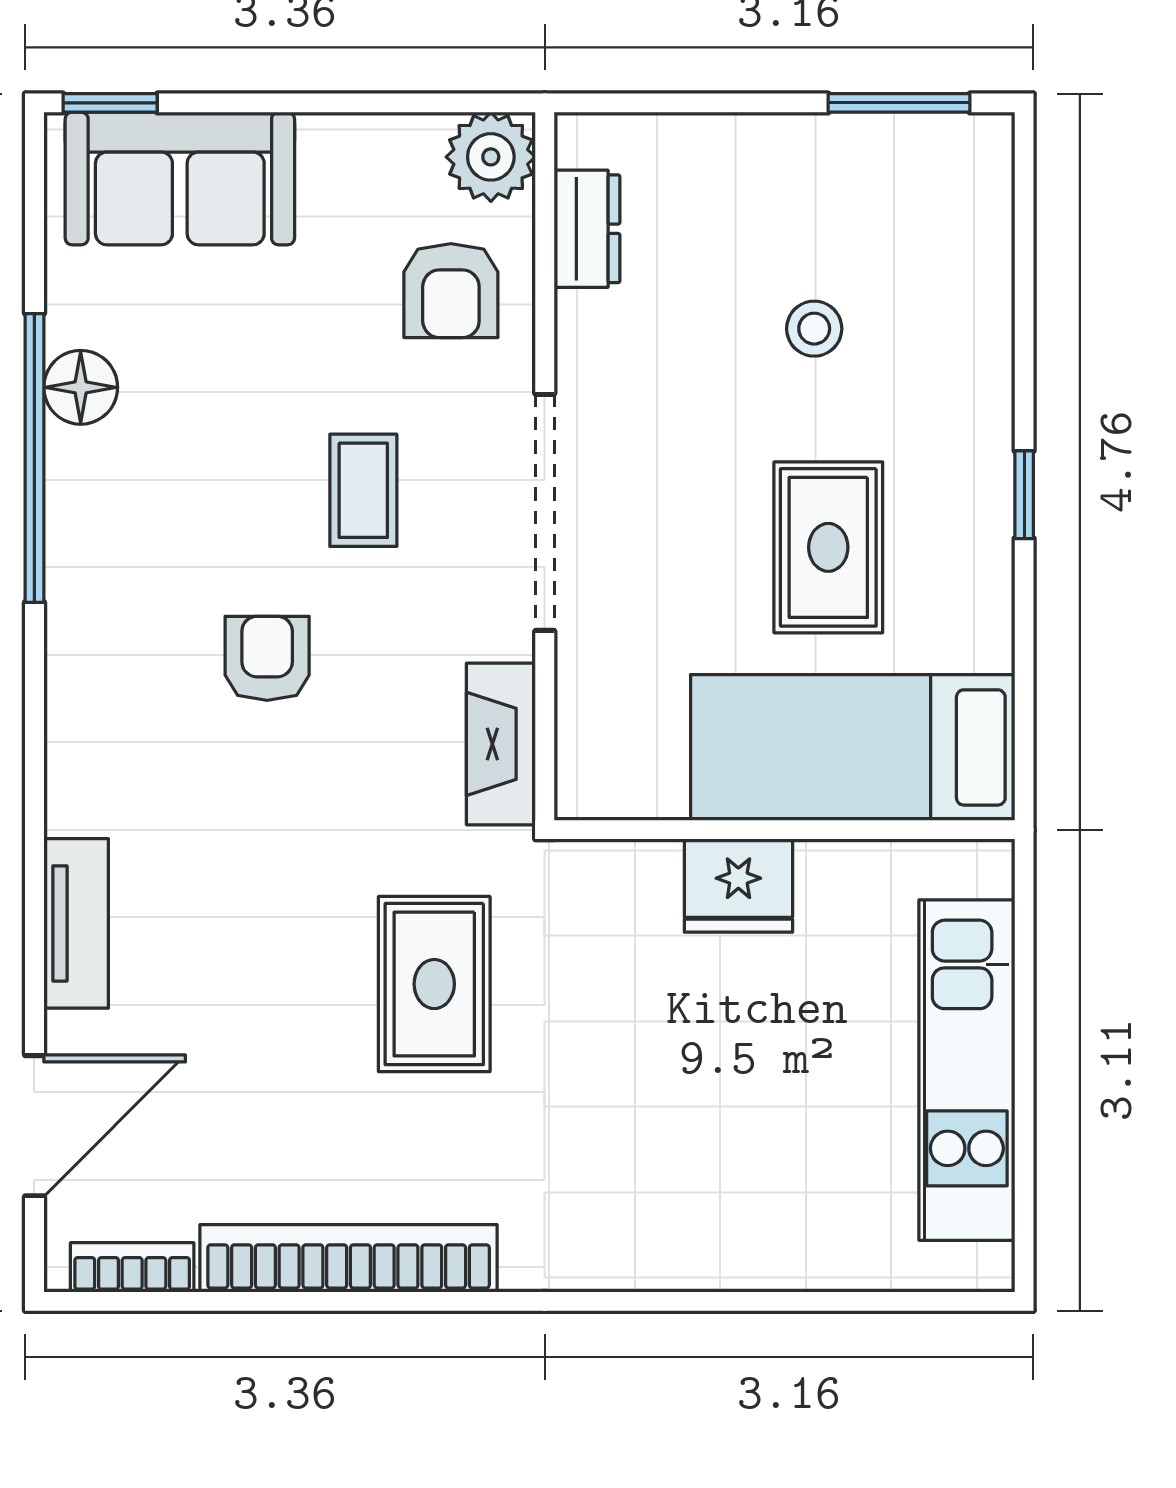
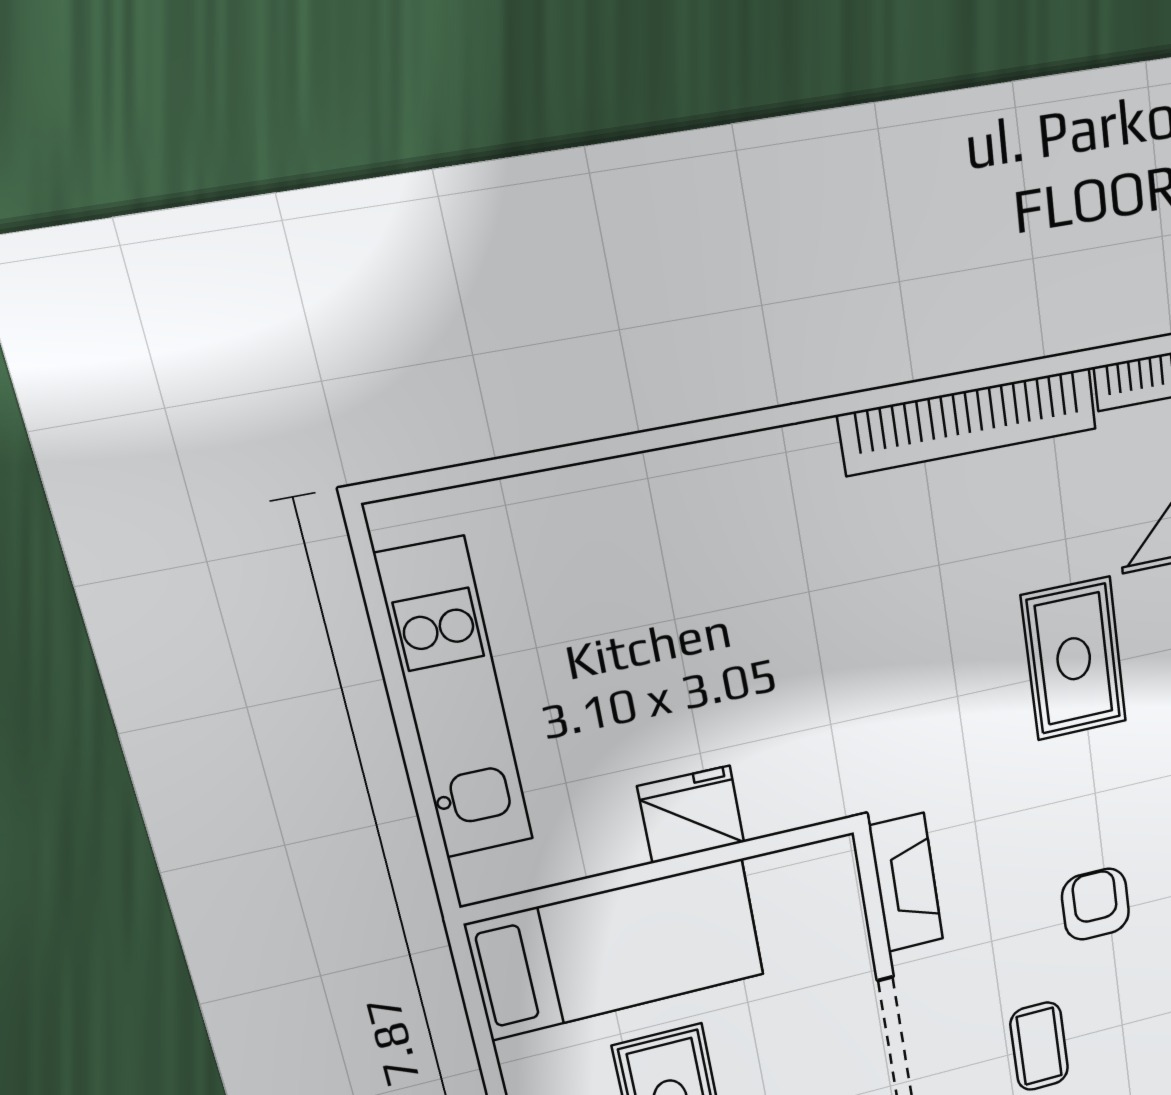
armchair: (267, 658) -> (1095, 904), turned 180
rug: (434, 984) -> (1074, 659), moved

